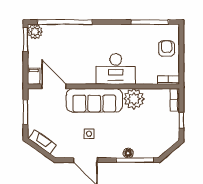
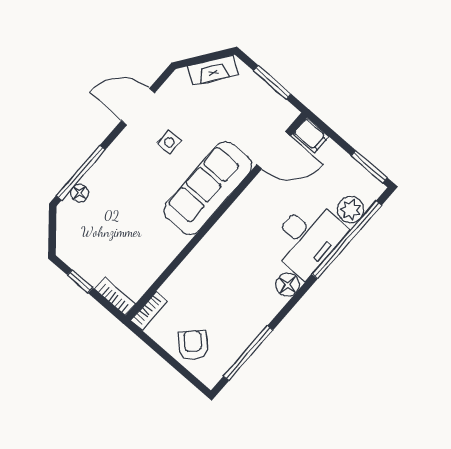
floor lamp: (106, 31) -> (287, 285), added
plant: (35, 32) -> (351, 210), moved
armchair: (167, 49) -> (193, 345), turned -135
desk: (116, 69) -> (307, 238), moved, turned 180
plant: (134, 99) -> (164, 243), removed
floor lamp: (128, 153) -> (80, 193), moved

